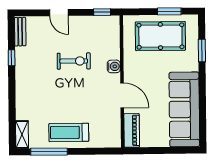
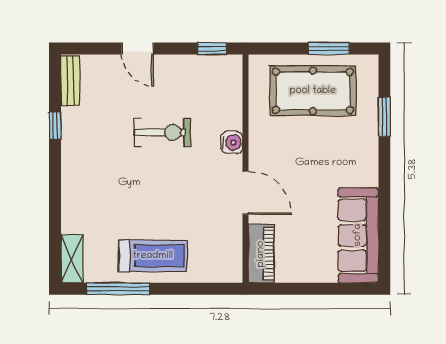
sofa: (184, 109) -> (358, 235), width x0.74, depth x0.79
treadmill: (69, 132) -> (153, 256), turned 180

